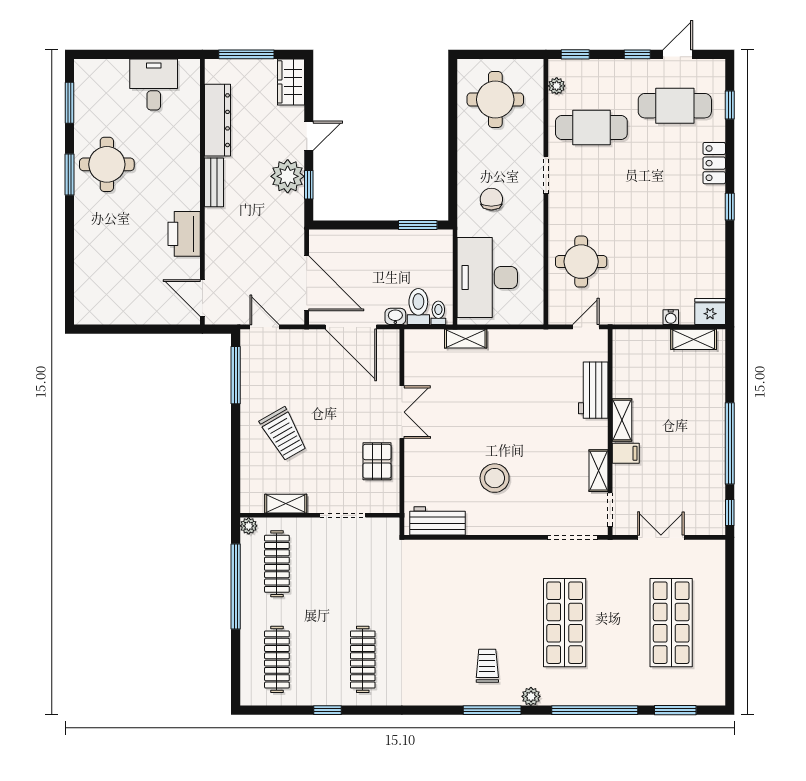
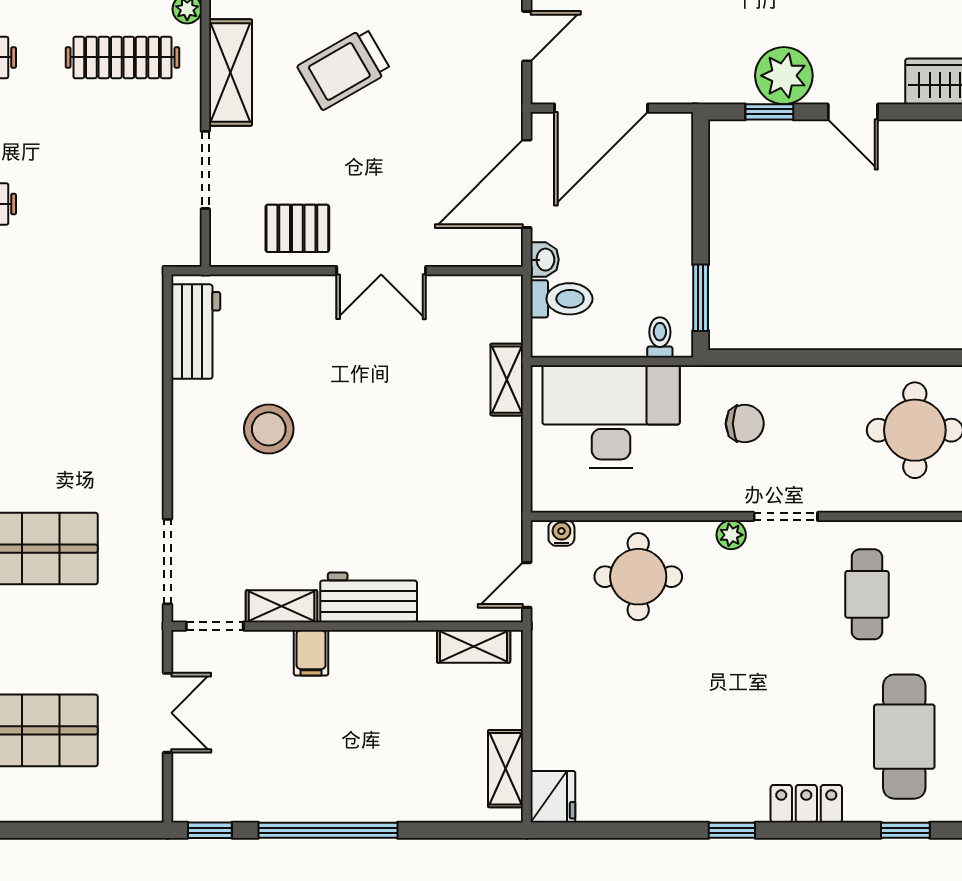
plant: (557, 86) -> (731, 535), moved
cafe table: (591, 128) -> (867, 594), width x0.73, depth x0.74
toilet: (438, 313) -> (660, 337), moved, turned -90
water cooler: (671, 317) -> (561, 533), moved, turned 90
door: (586, 327) -> (527, 585), swing flipped
workbench: (593, 390) -> (369, 597), moved
shelving: (622, 420) -> (474, 646), moved
shelving: (286, 504) -> (230, 73), width x1.50, depth x1.33

